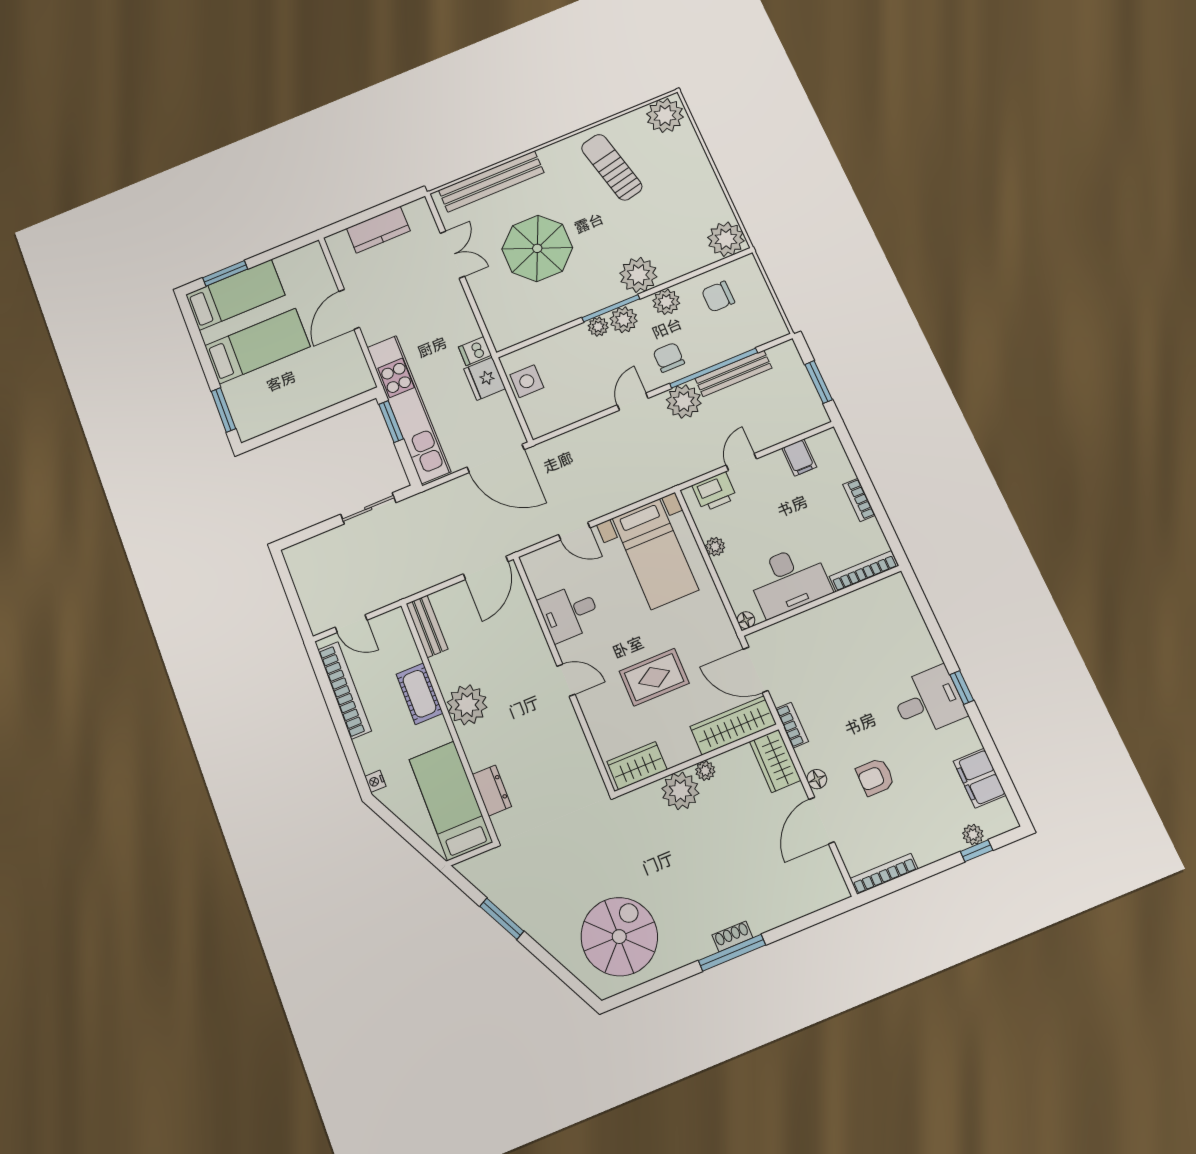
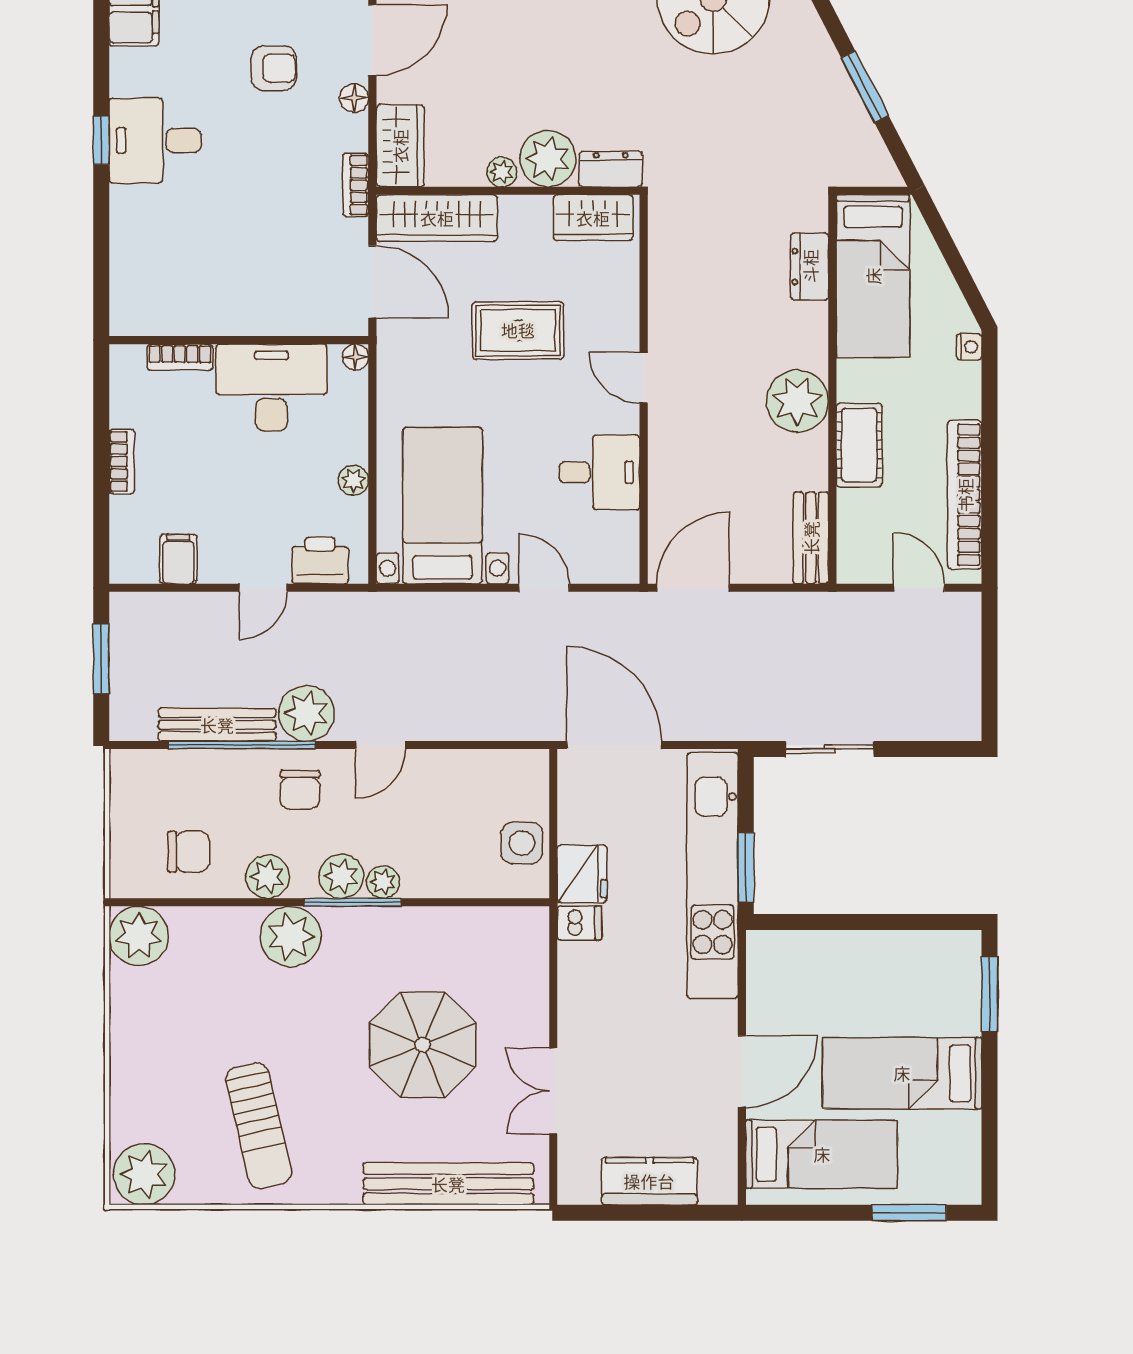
bed: (235, 295) -> (822, 1154), moved, turned 180
bookcase: (864, 571) -> (180, 357), width x0.64
dresser: (639, 800) -> (611, 169), added

